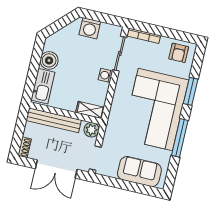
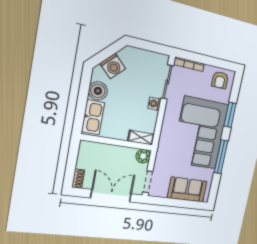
washing machine: (90, 28) -> (113, 66), moved, turned -45
bench: (54, 120) -> (106, 150), removed
double door: (56, 169) -> (111, 196), swing flipped

